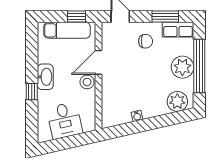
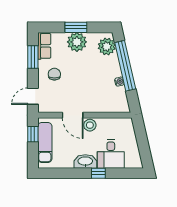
window: (199, 66) -> (76, 27), width x0.47
desk: (65, 121) -> (111, 154), moved, turned 103
window: (155, 123) -> (125, 66), added

